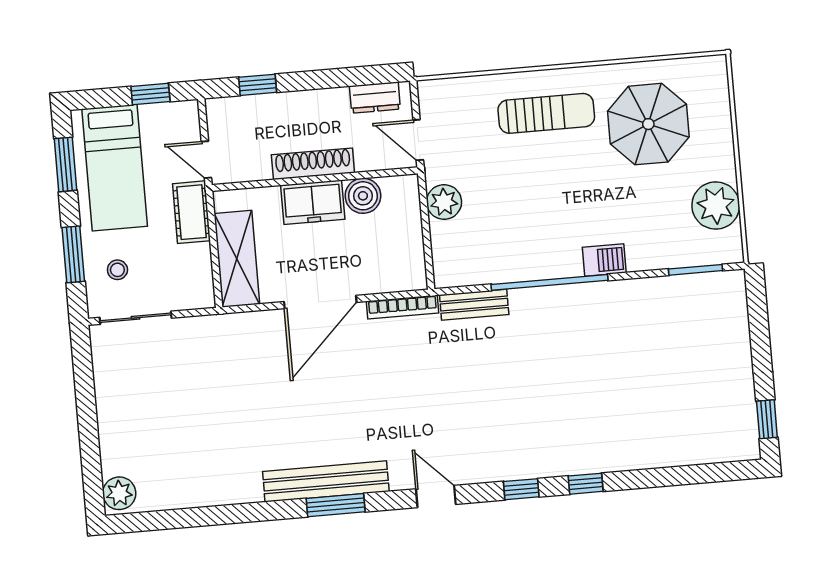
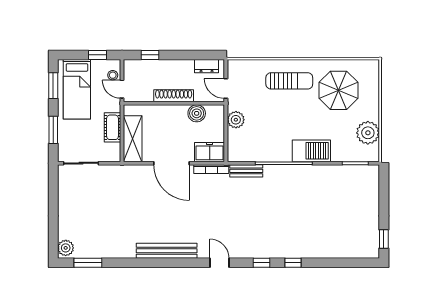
freezer: (313, 202) -> (210, 152), moved, turned 180
cot: (191, 212) -> (113, 127), moved
barbecue: (604, 260) -> (311, 151), width x1.88, depth x1.53
stool: (117, 270) -> (113, 75), moved
door: (320, 302) -> (171, 163), hinge flipped
window: (336, 505) -> (88, 263), moved

